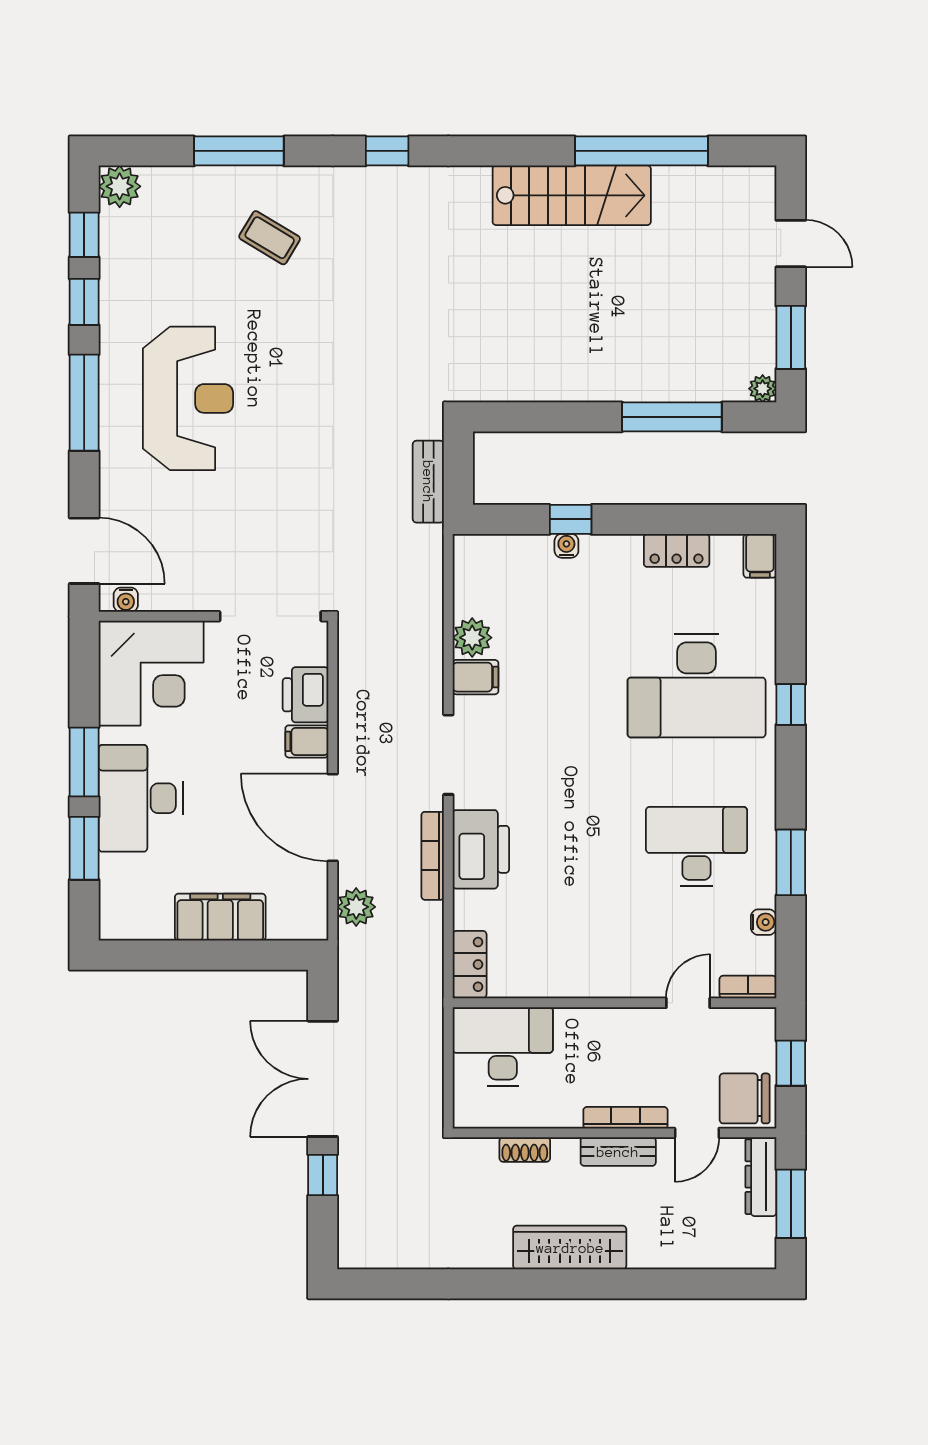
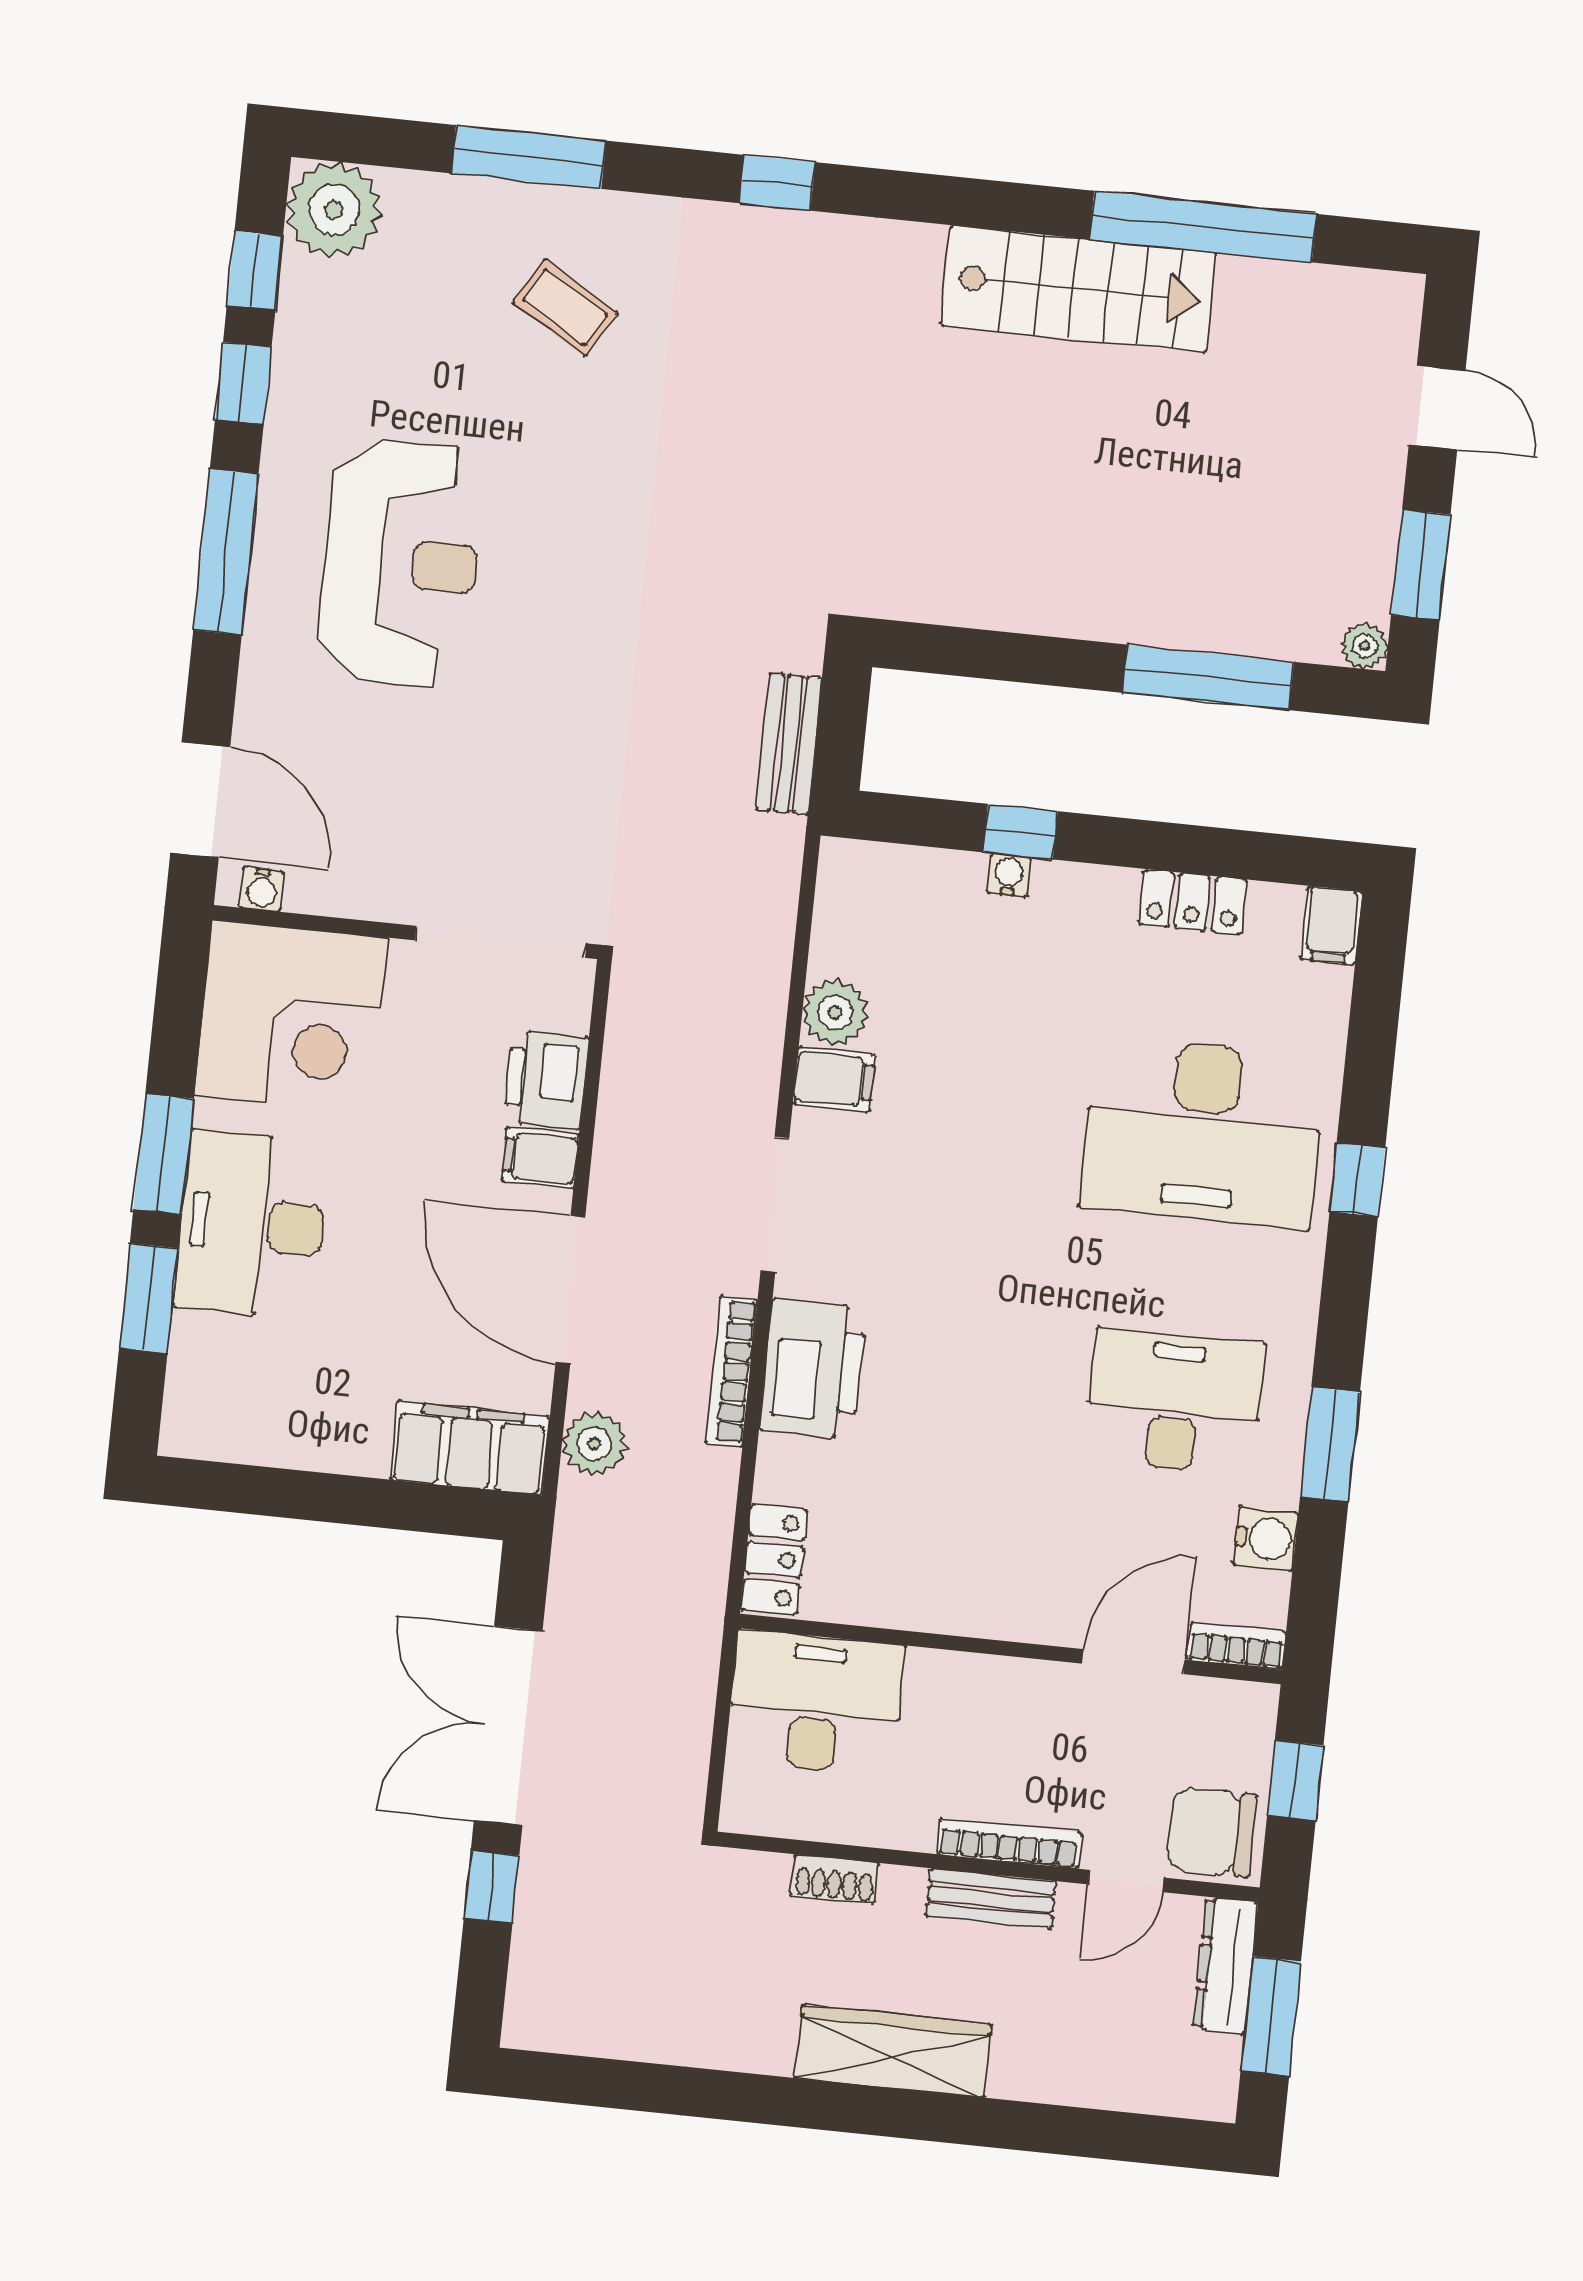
plant: (120, 186) -> (334, 210), width x1.36, depth x1.36
filing cabinet: (220, 917) -> (470, 1448), moved
water cooler: (764, 922) -> (1266, 1539), width x1.38, depth x1.38
door: (688, 1003) -> (1133, 1662), width x1.38

